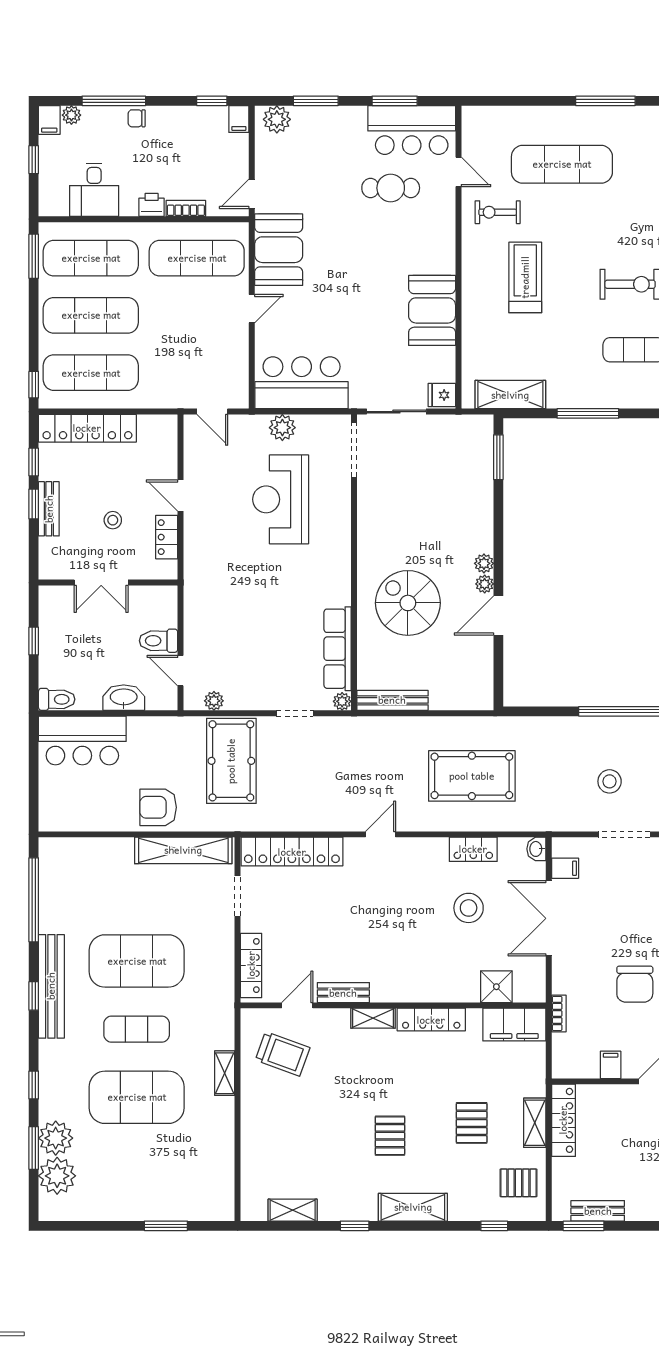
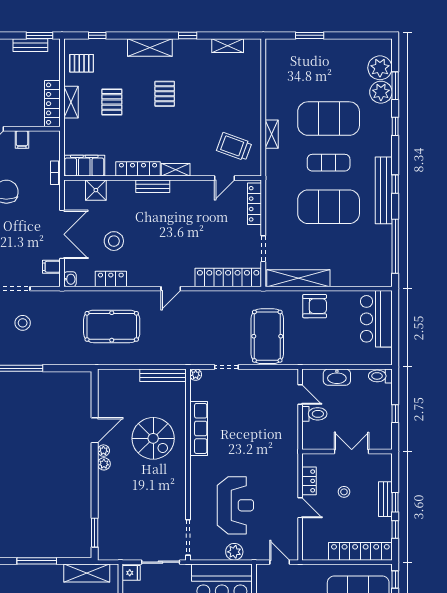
row of seats: (338, 649) -> (199, 428), moved
plant: (214, 701) -> (279, 375), removed
bar counter: (82, 740) -> (376, 319), moved, turned -90
bench: (343, 993) -> (153, 186), moved

